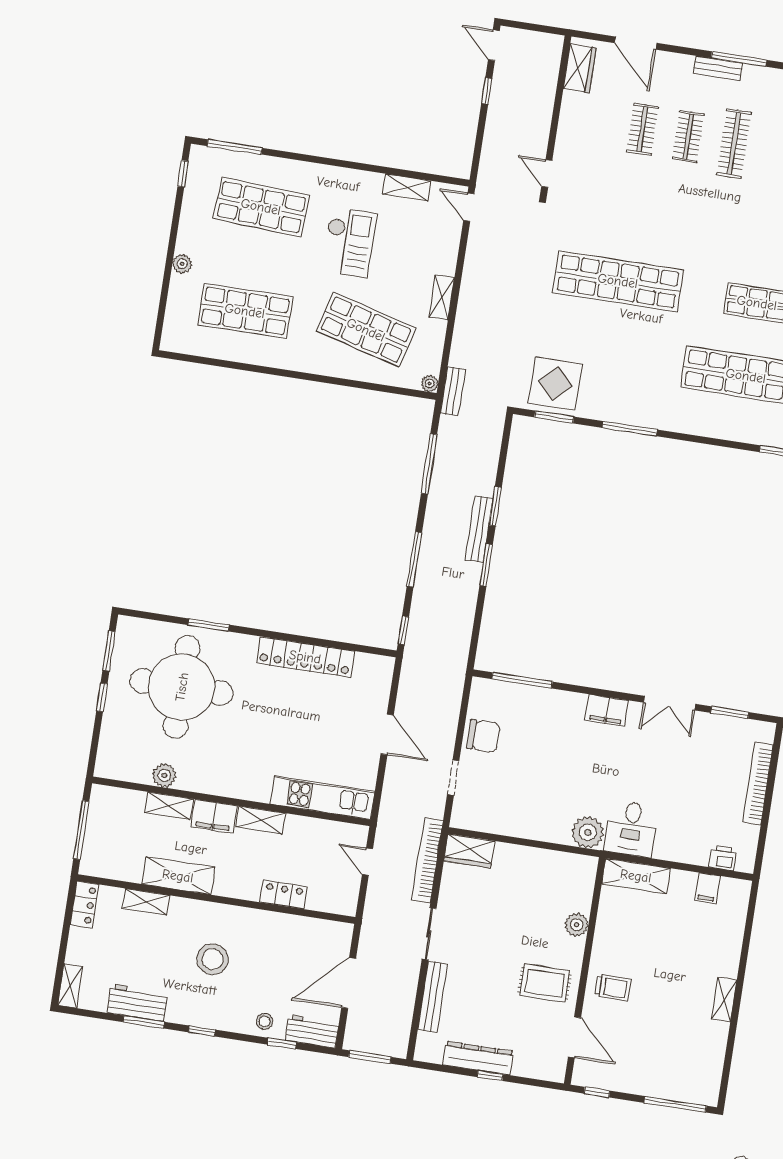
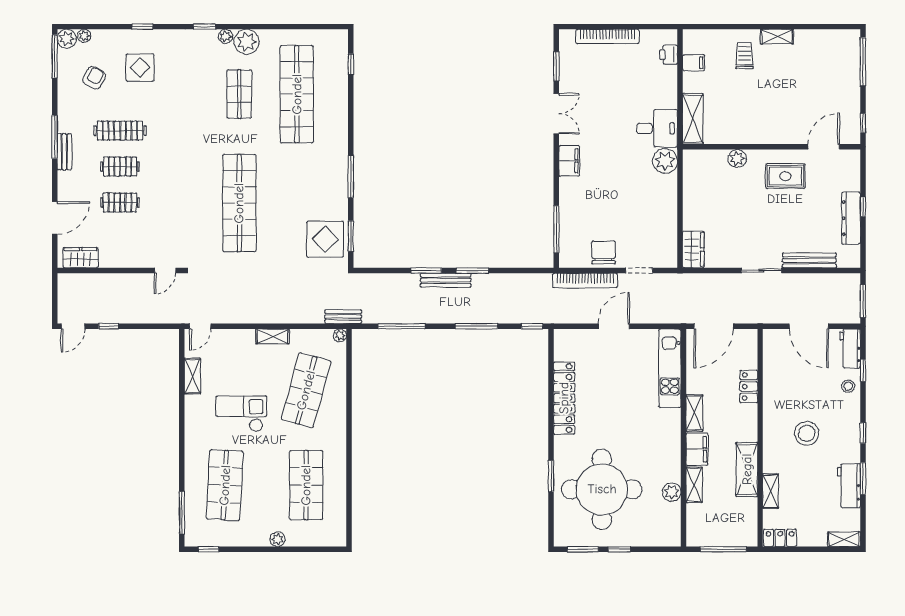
bookcase: (427, 860) -> (585, 280), moved
door: (367, 862) -> (714, 326), width x1.87
rug: (545, 983) -> (786, 176), turned 90
trolley: (613, 988) -> (745, 55), moved

